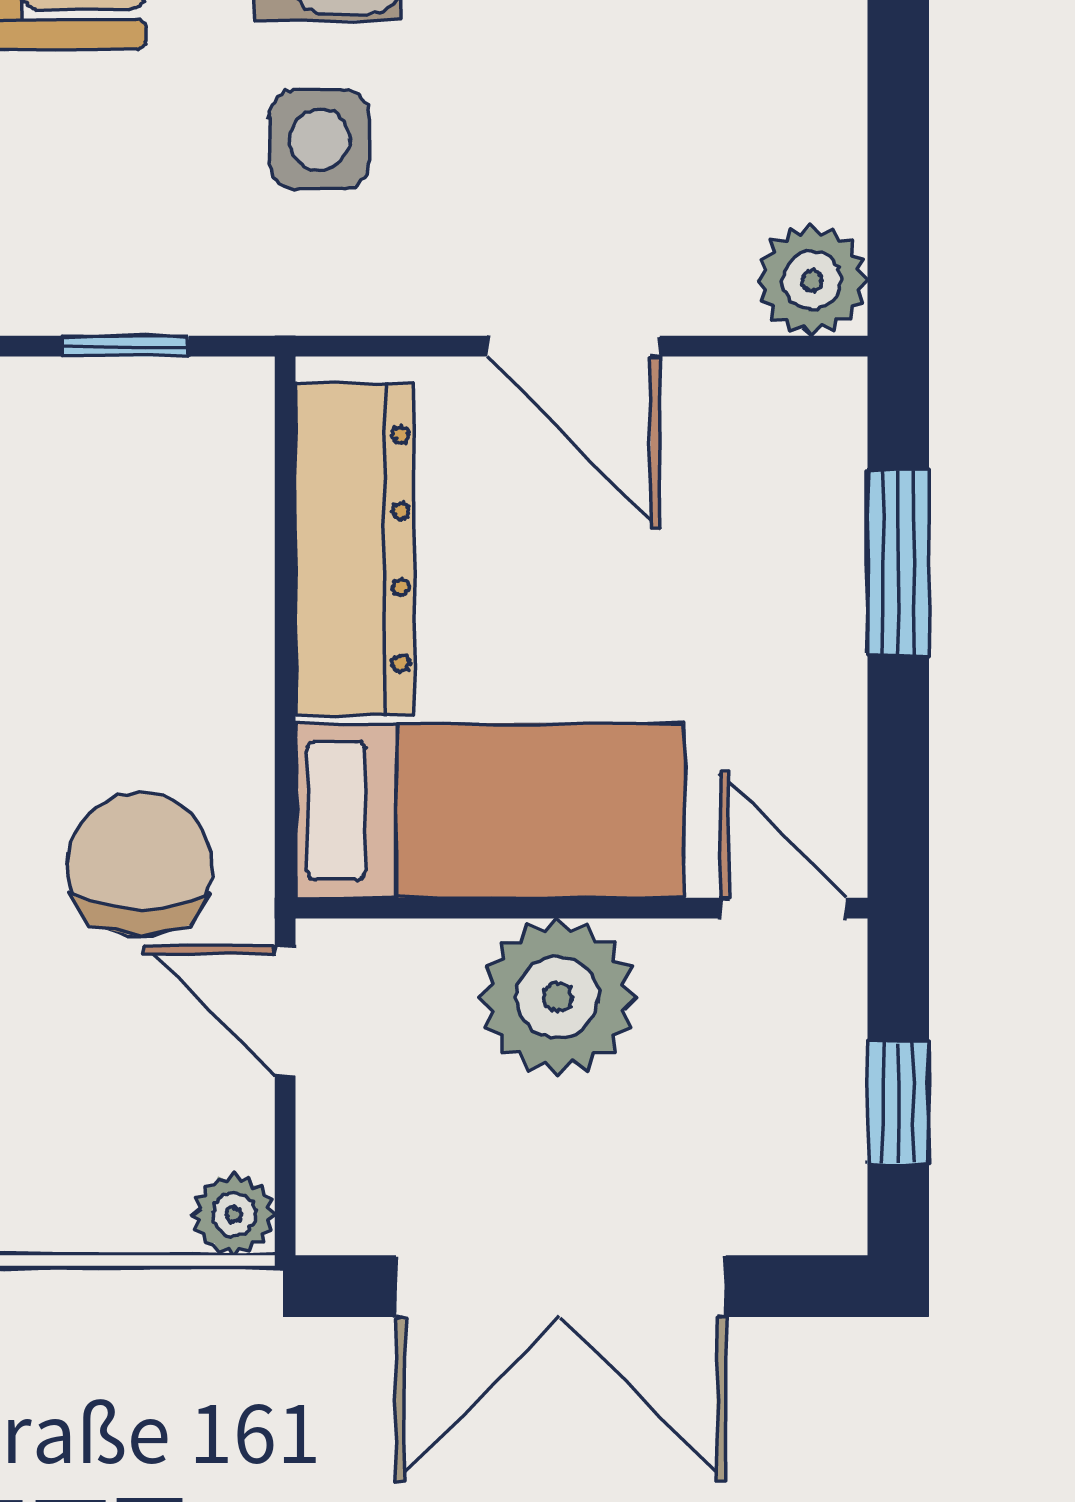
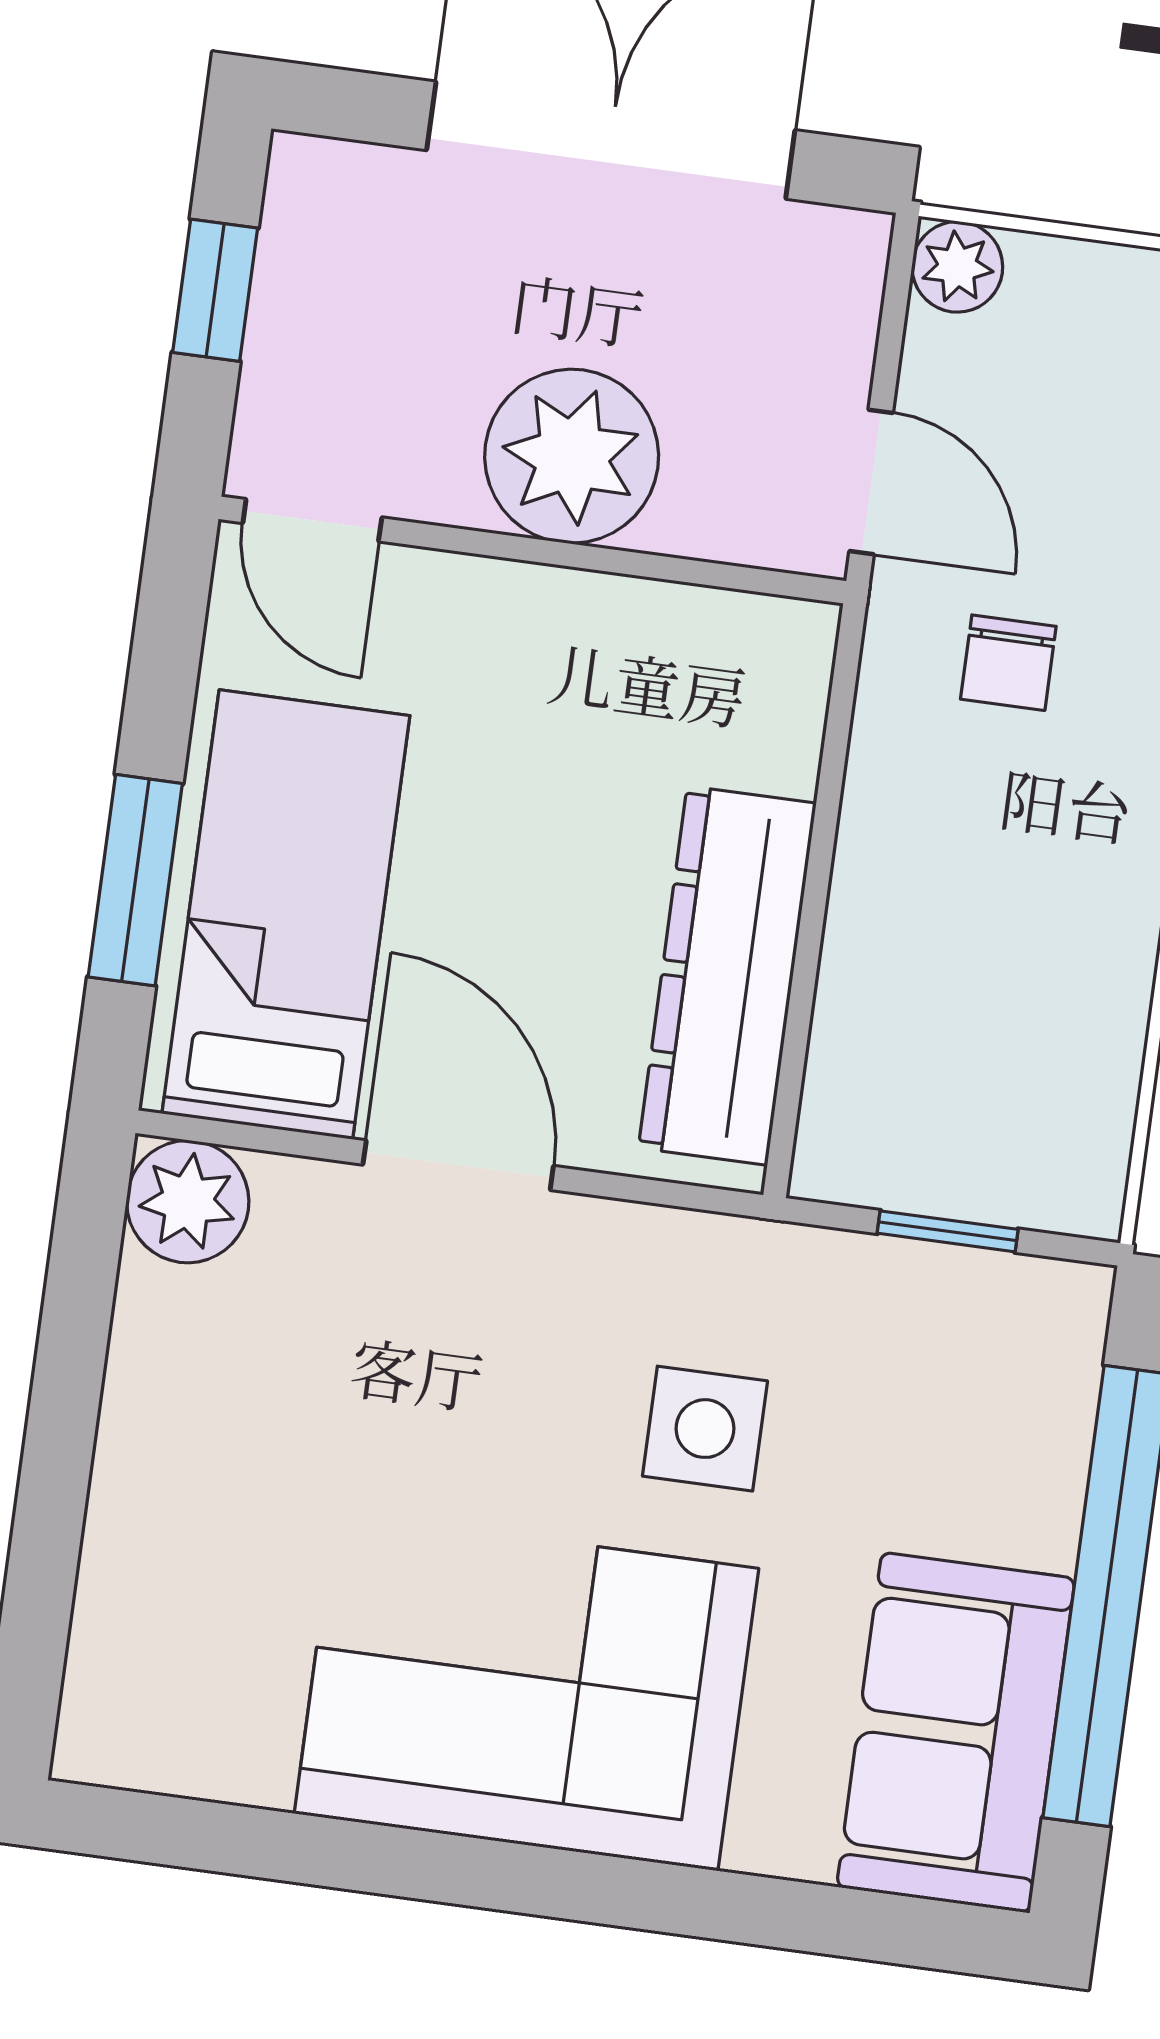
bed: (489, 811) -> (286, 915), moved, turned 90
chair: (140, 865) -> (1008, 663), width x0.54, depth x0.54

